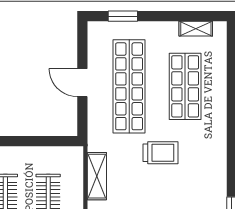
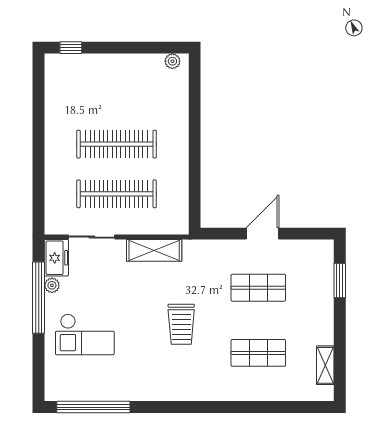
shop shelf: (129, 86) -> (258, 288), width x0.50, depth x0.74
shop shelf: (185, 86) -> (258, 353), width x0.70, depth x0.74

